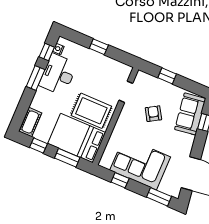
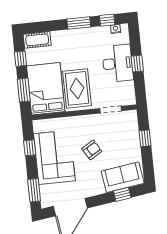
desk: (58, 74) -> (118, 63), moved, turned 90
armchair: (153, 114) -> (92, 150), moved

